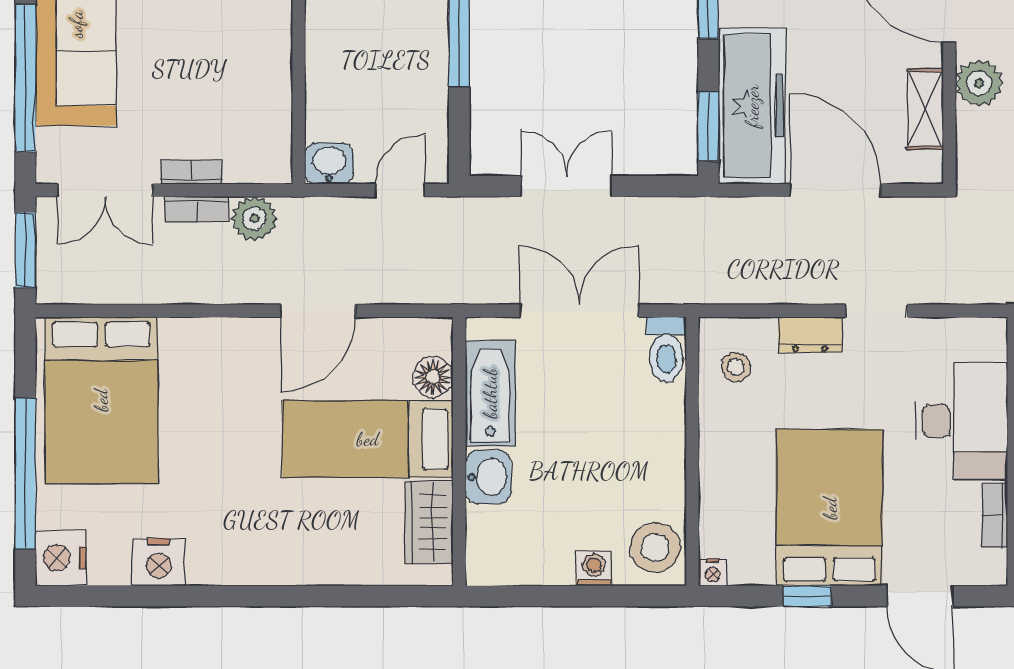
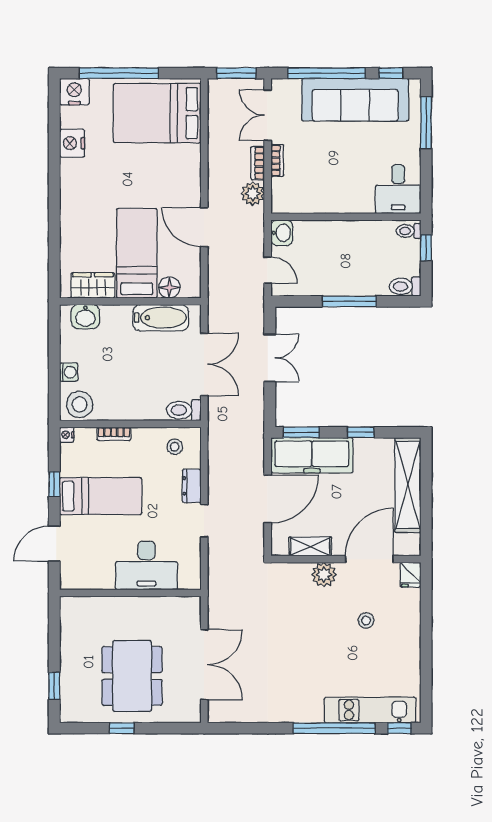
washbasin: (488, 477) -> (85, 317), moved
bed: (830, 508) -> (101, 496), width x0.67
bookcase: (995, 515) -> (114, 434), moved, turned 180

